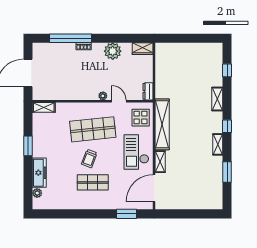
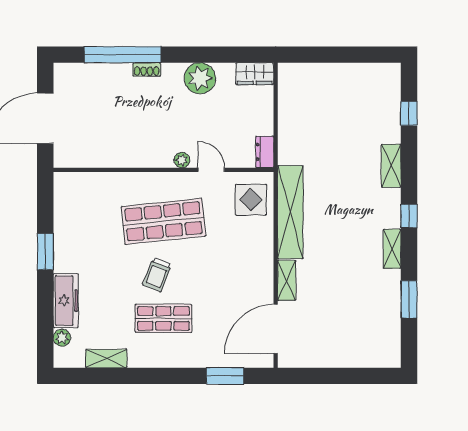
shelving: (44, 107) -> (106, 359), moved
checkout: (136, 152) -> (243, 263), removed

